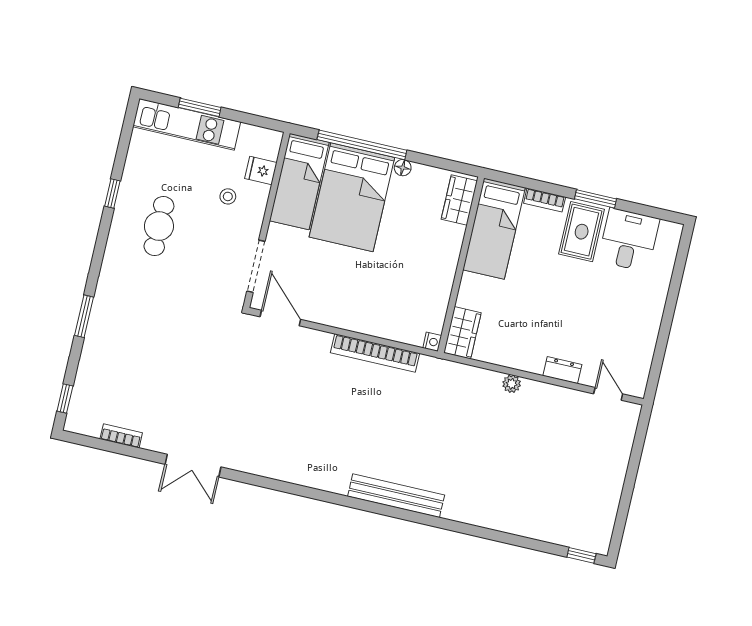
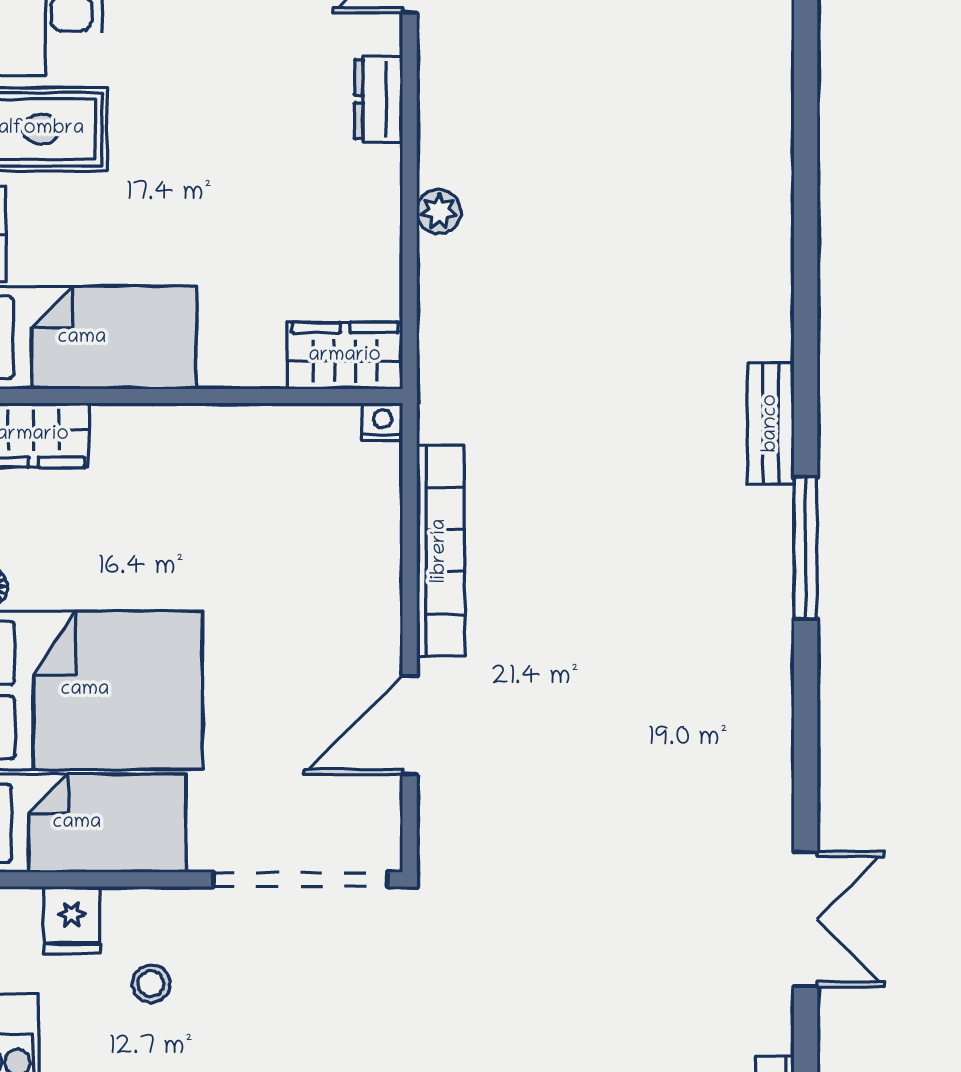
doorway: (256, 266) -> (300, 879), width x1.36
door: (280, 318) -> (410, 725), moved
bench: (396, 496) -> (771, 423), width x0.54, depth x0.82
window: (342, 500) -> (806, 548), added

